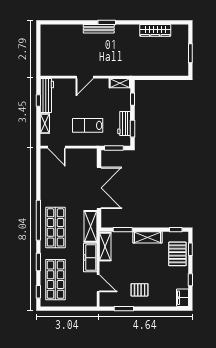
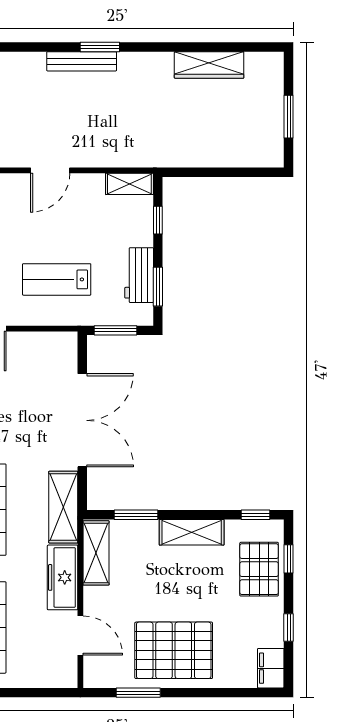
pallet: (140, 290) -> (174, 650), width x2.05, depth x2.00

